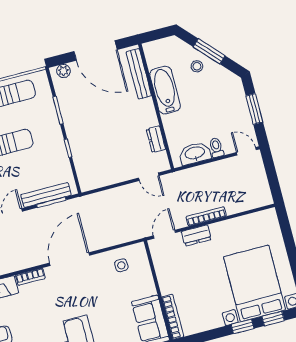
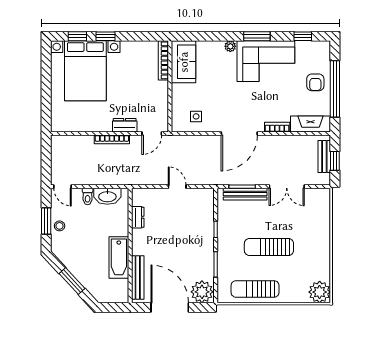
stool: (197, 66) -> (60, 226), moved
plant: (63, 71) -> (202, 292), width x1.87, depth x1.87
door: (149, 177) -> (177, 187), moved

